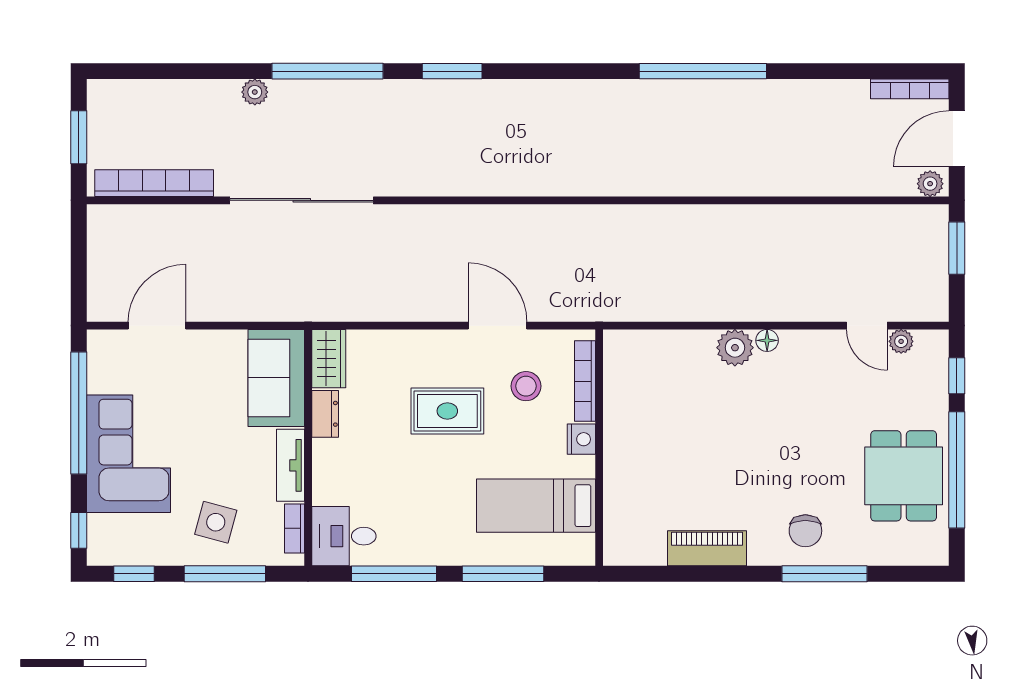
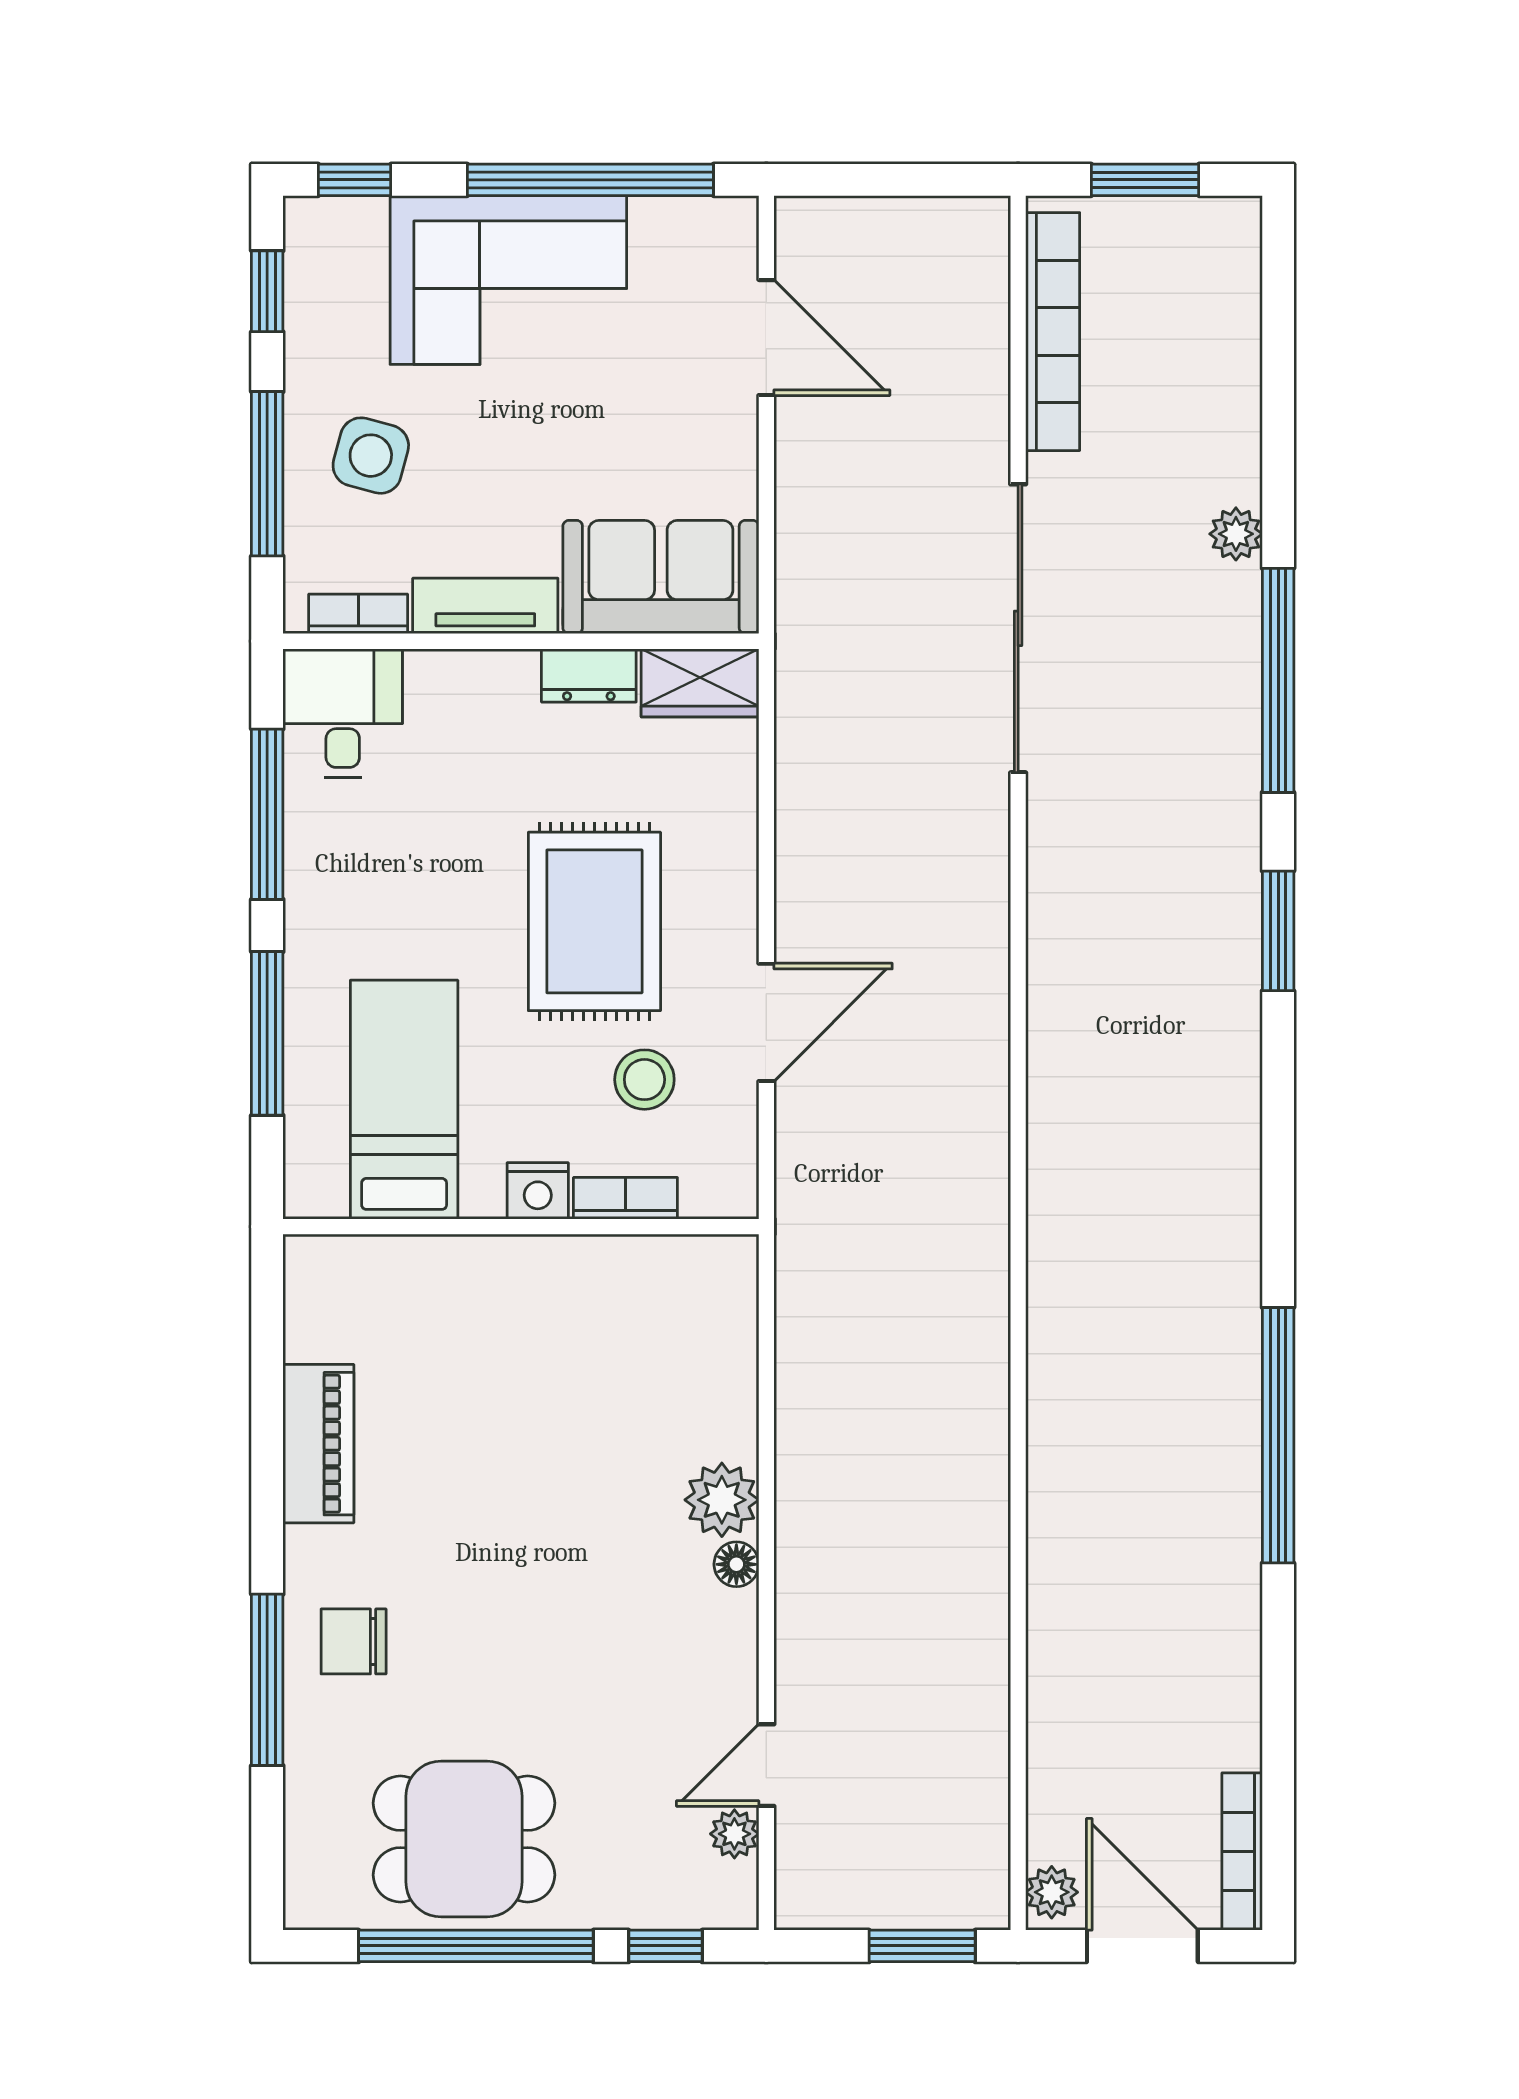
bookcase: (585, 381) -> (625, 1198), width x0.64
rug: (447, 411) -> (594, 921), width x1.36, depth x1.43

